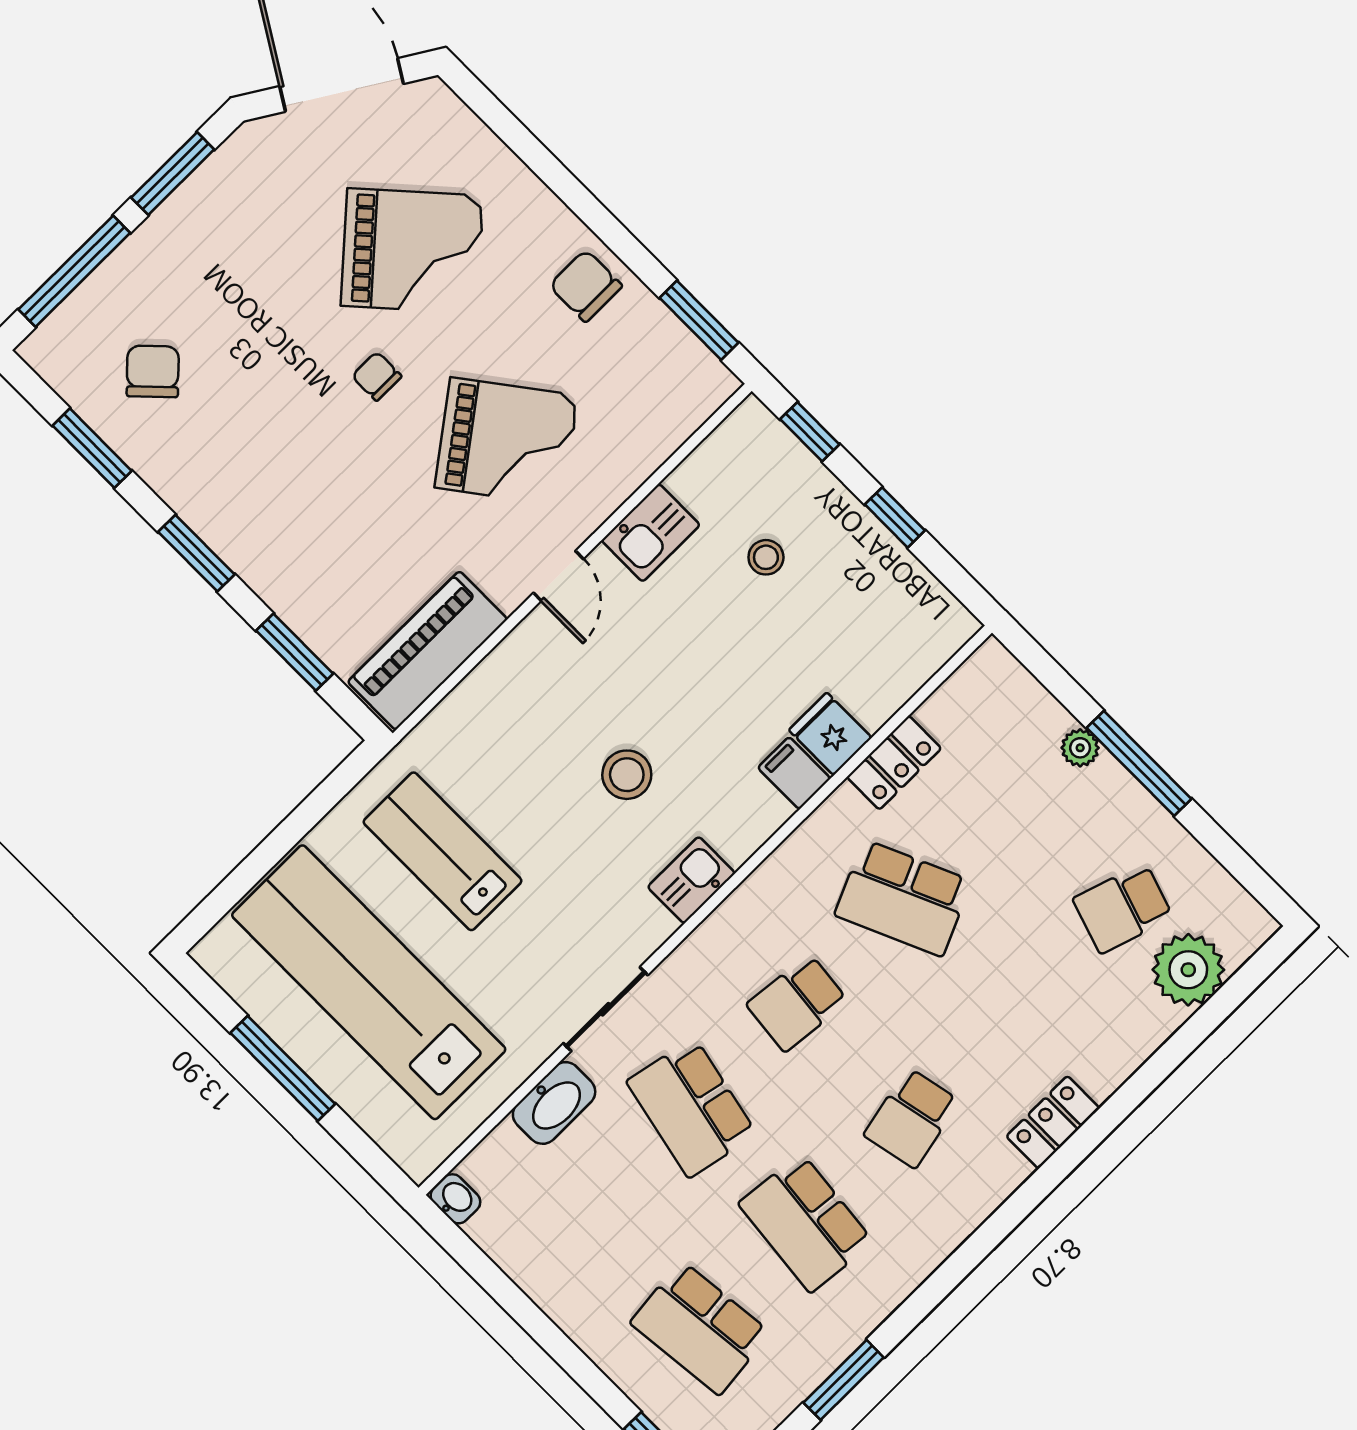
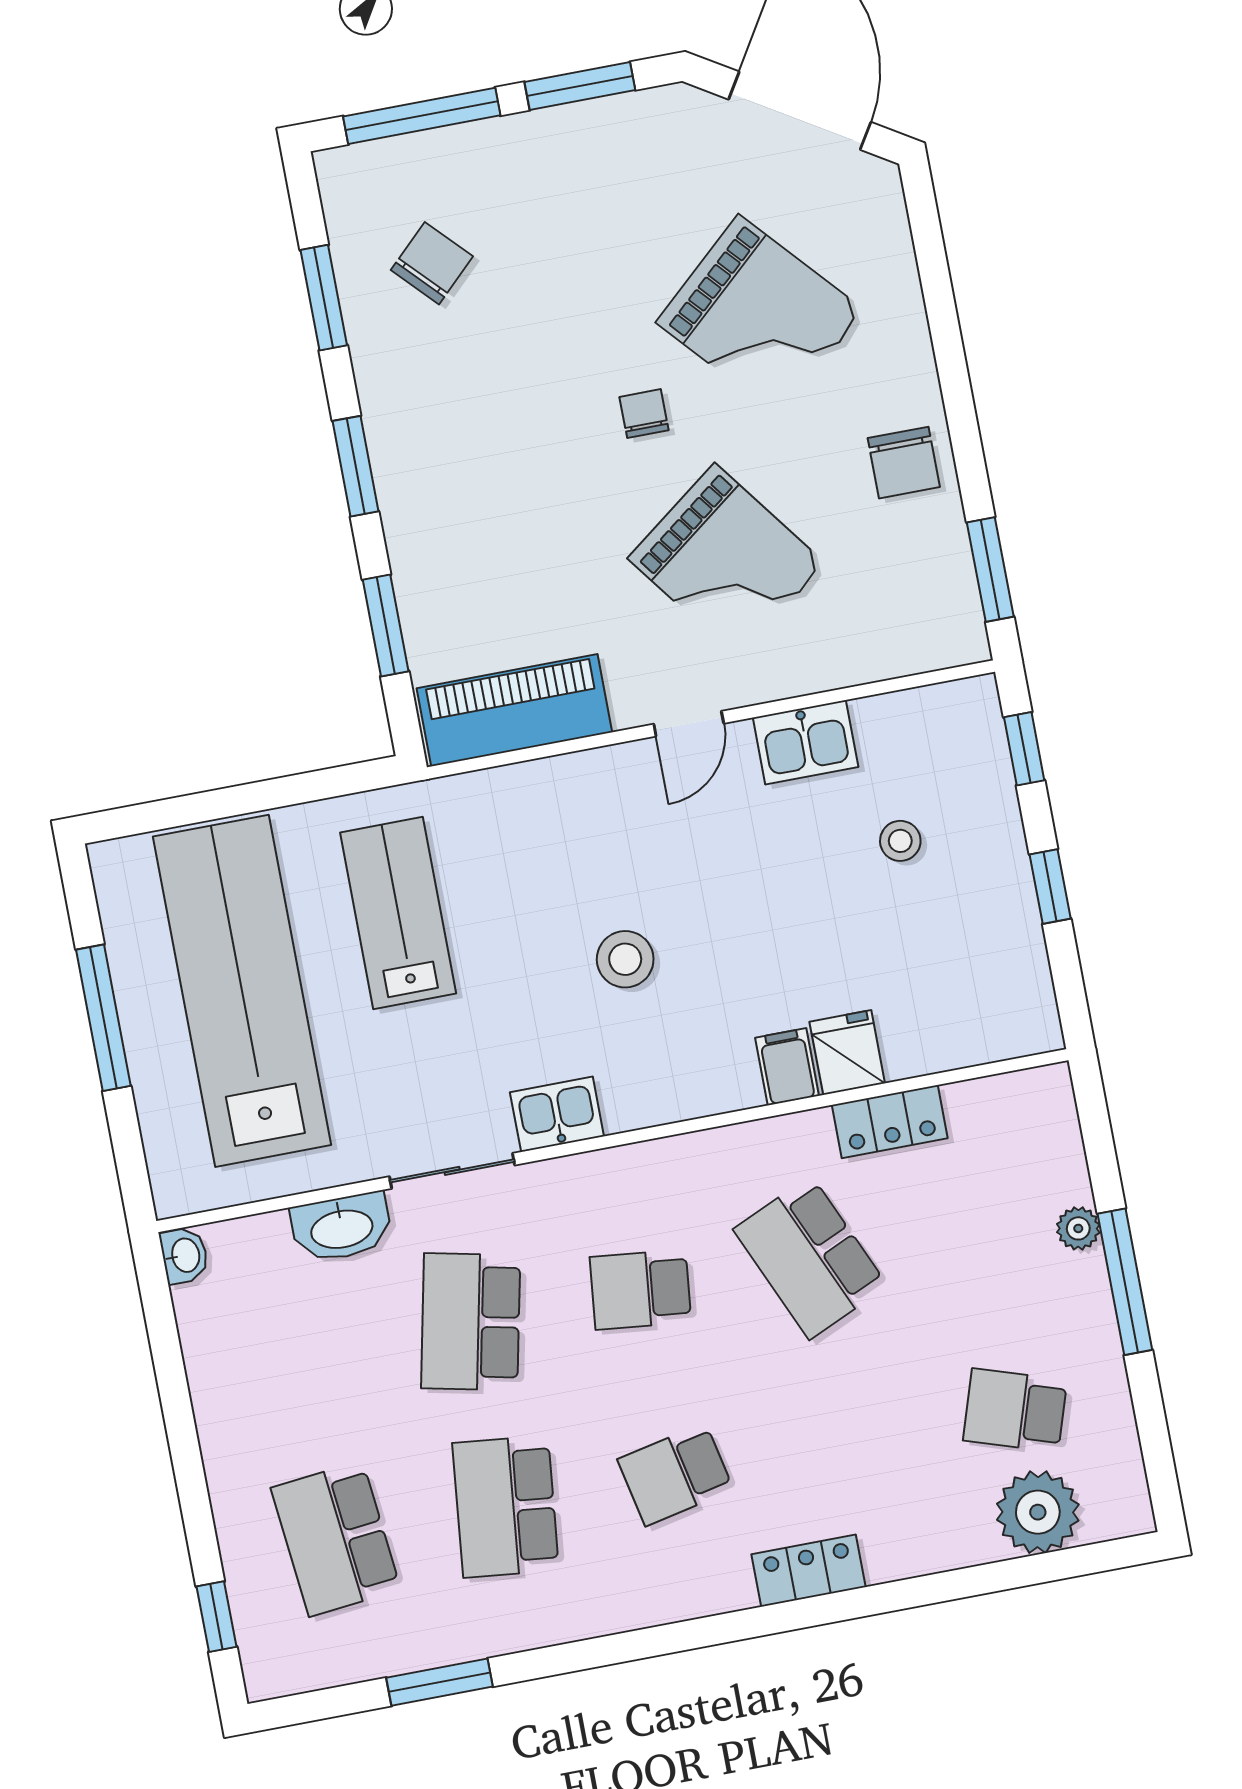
chair: (586, 286) -> (904, 463), turned 180
kitchen sink: (691, 880) -> (557, 1114), moved

